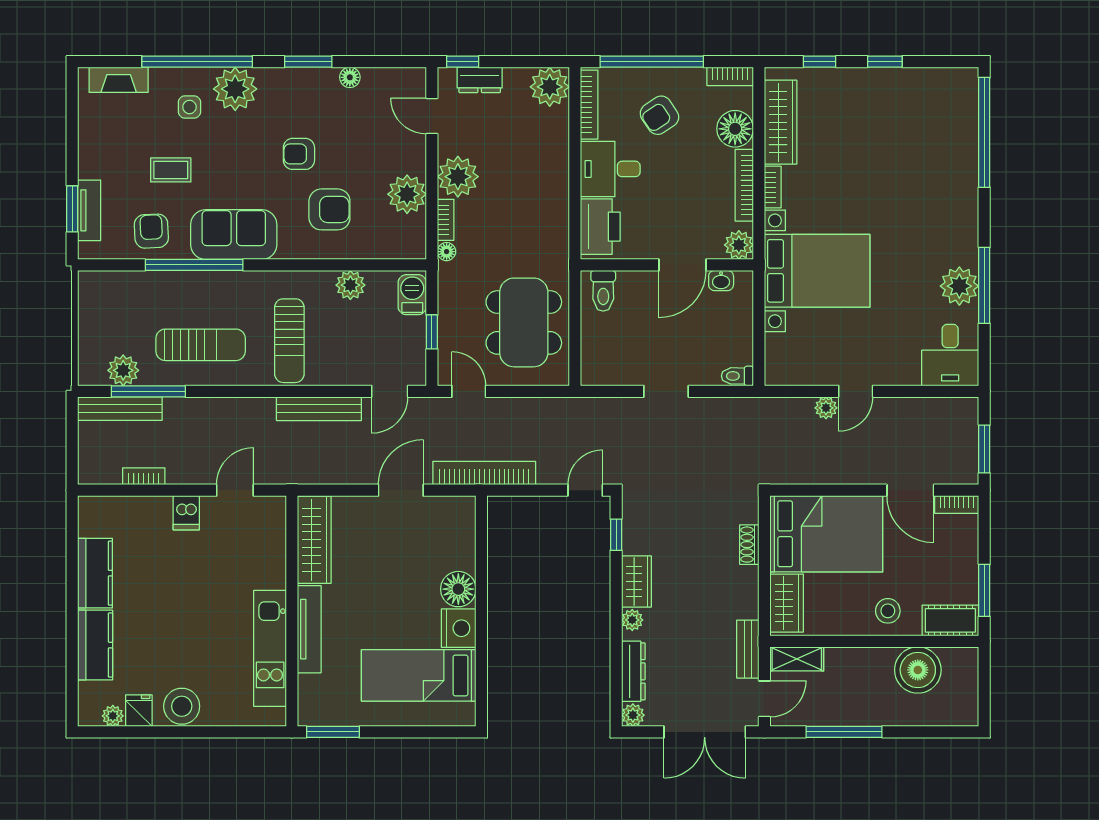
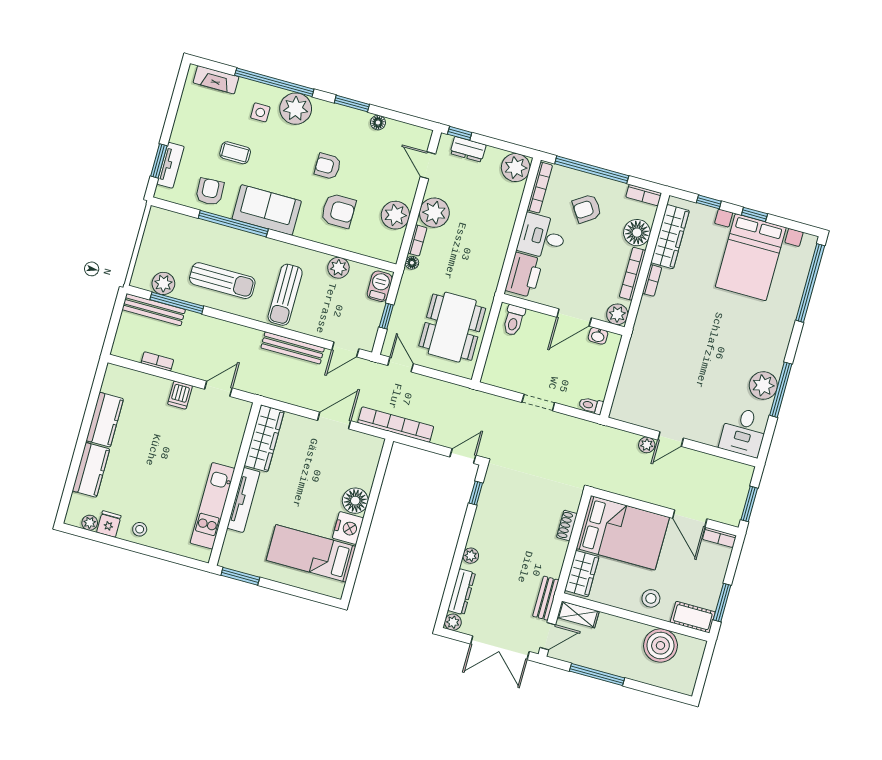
bed with nightstands: (817, 271) -> (751, 257), moved, turned 90
wardrobe: (636, 581) -> (481, 530), removed
stool: (182, 706) -> (140, 529), width x0.53, depth x0.53

